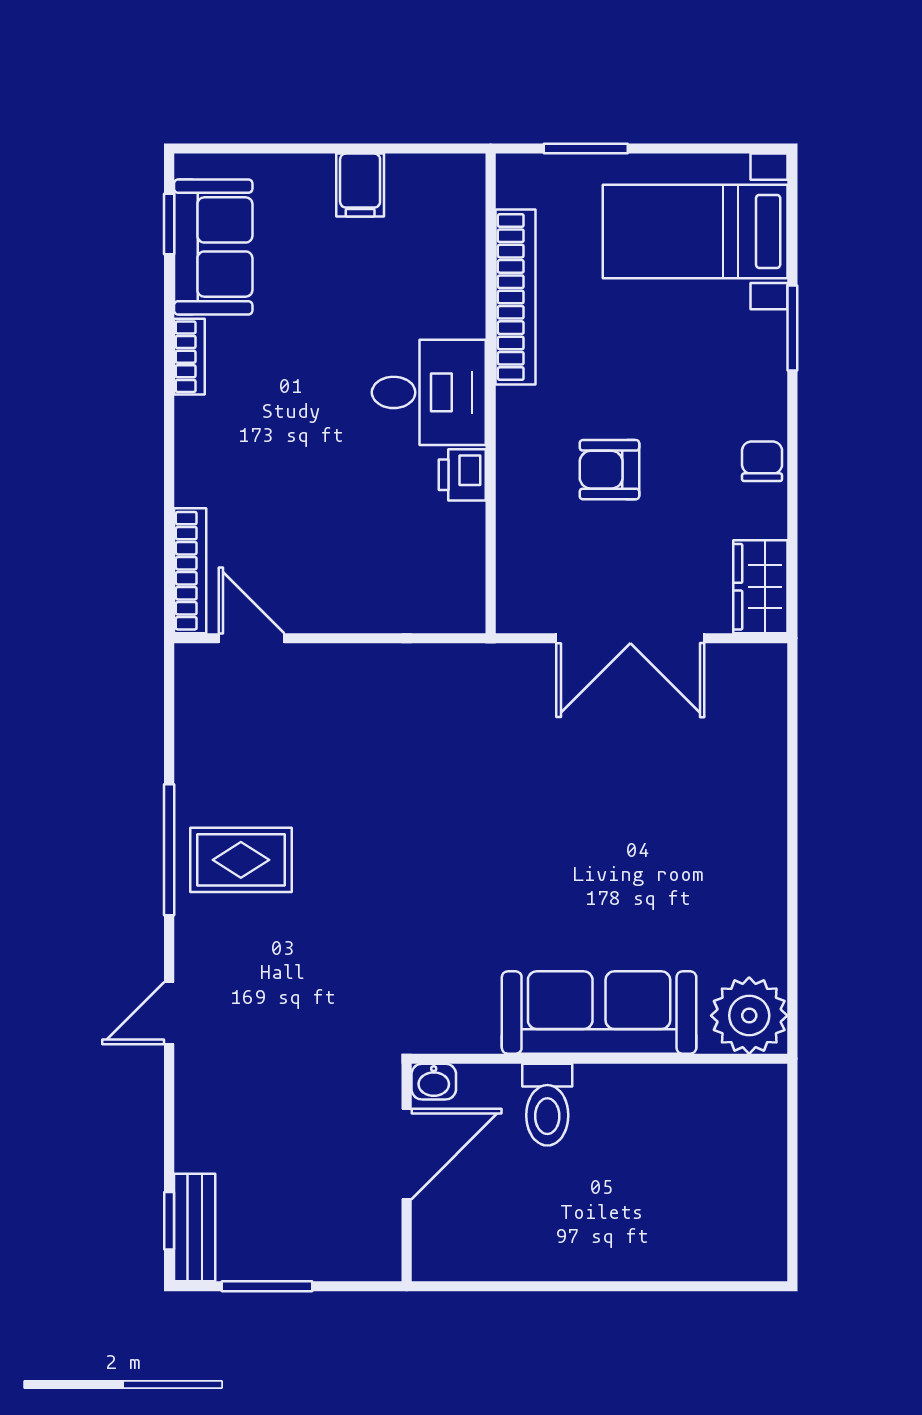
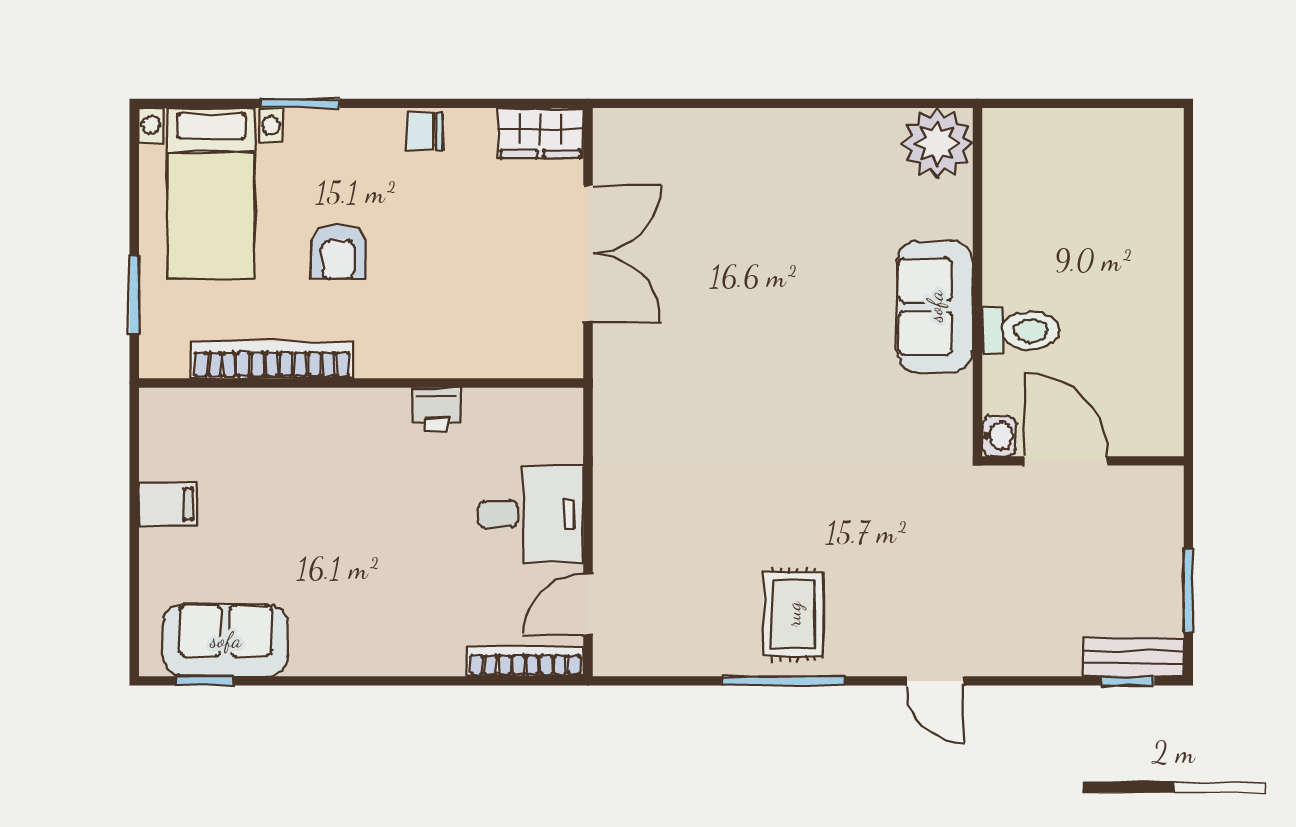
bookcase: (189, 357) -> (327, 662), removed
desk: (429, 392) -> (531, 514), moved, turned 90
armchair: (609, 470) -> (338, 251), moved
sofa: (599, 1013) -> (935, 306), width x0.73

